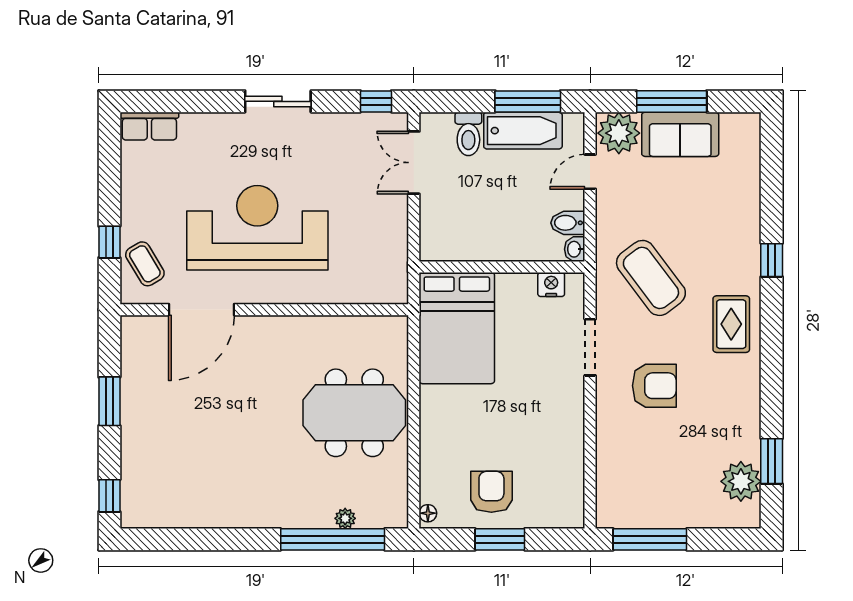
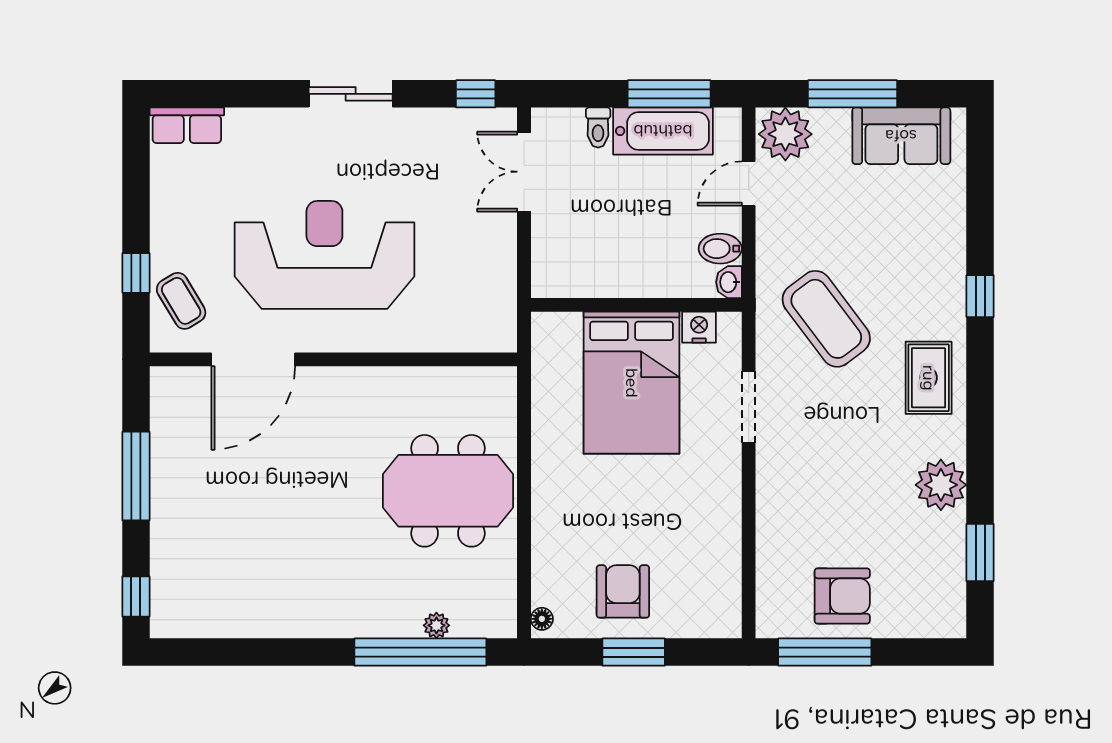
toilet: (468, 134) -> (598, 128), width x0.73, depth x0.72
sofa: (680, 134) -> (901, 136), moved
bed: (457, 328) -> (632, 383), moved
armchair: (654, 386) -> (842, 596), moved
window: (109, 401) -> (136, 476), width x1.44
plant: (741, 481) -> (941, 485), moved

